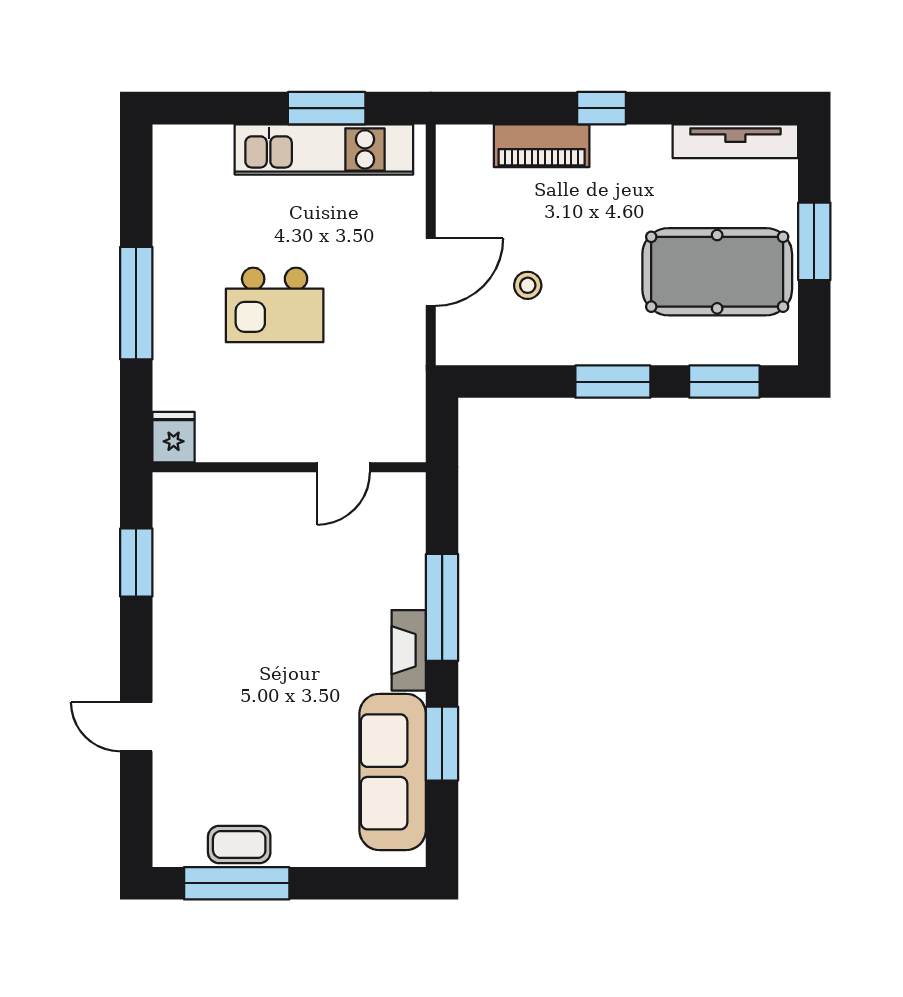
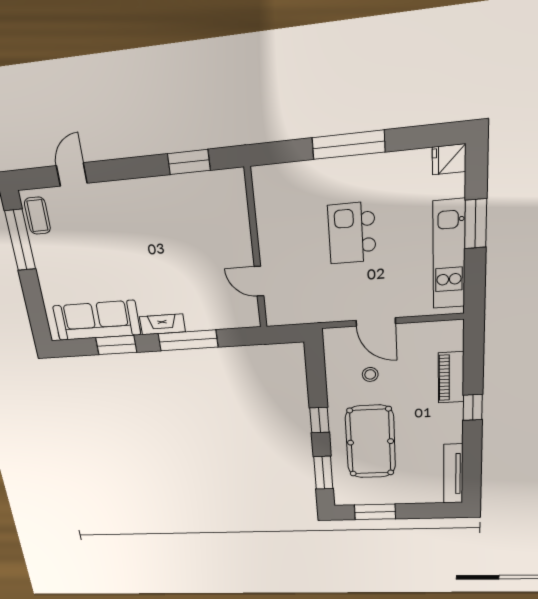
window: (327, 108) -> (476, 224), moved
window: (814, 241) -> (375, 512), moved
pool table: (717, 272) -> (370, 442), moved
window: (613, 382) -> (319, 420), width x0.67
fridge: (174, 437) -> (449, 159), moved, turned 180
door: (136, 727) -> (72, 174), moved
coffee table: (239, 845) -> (37, 216), moved

